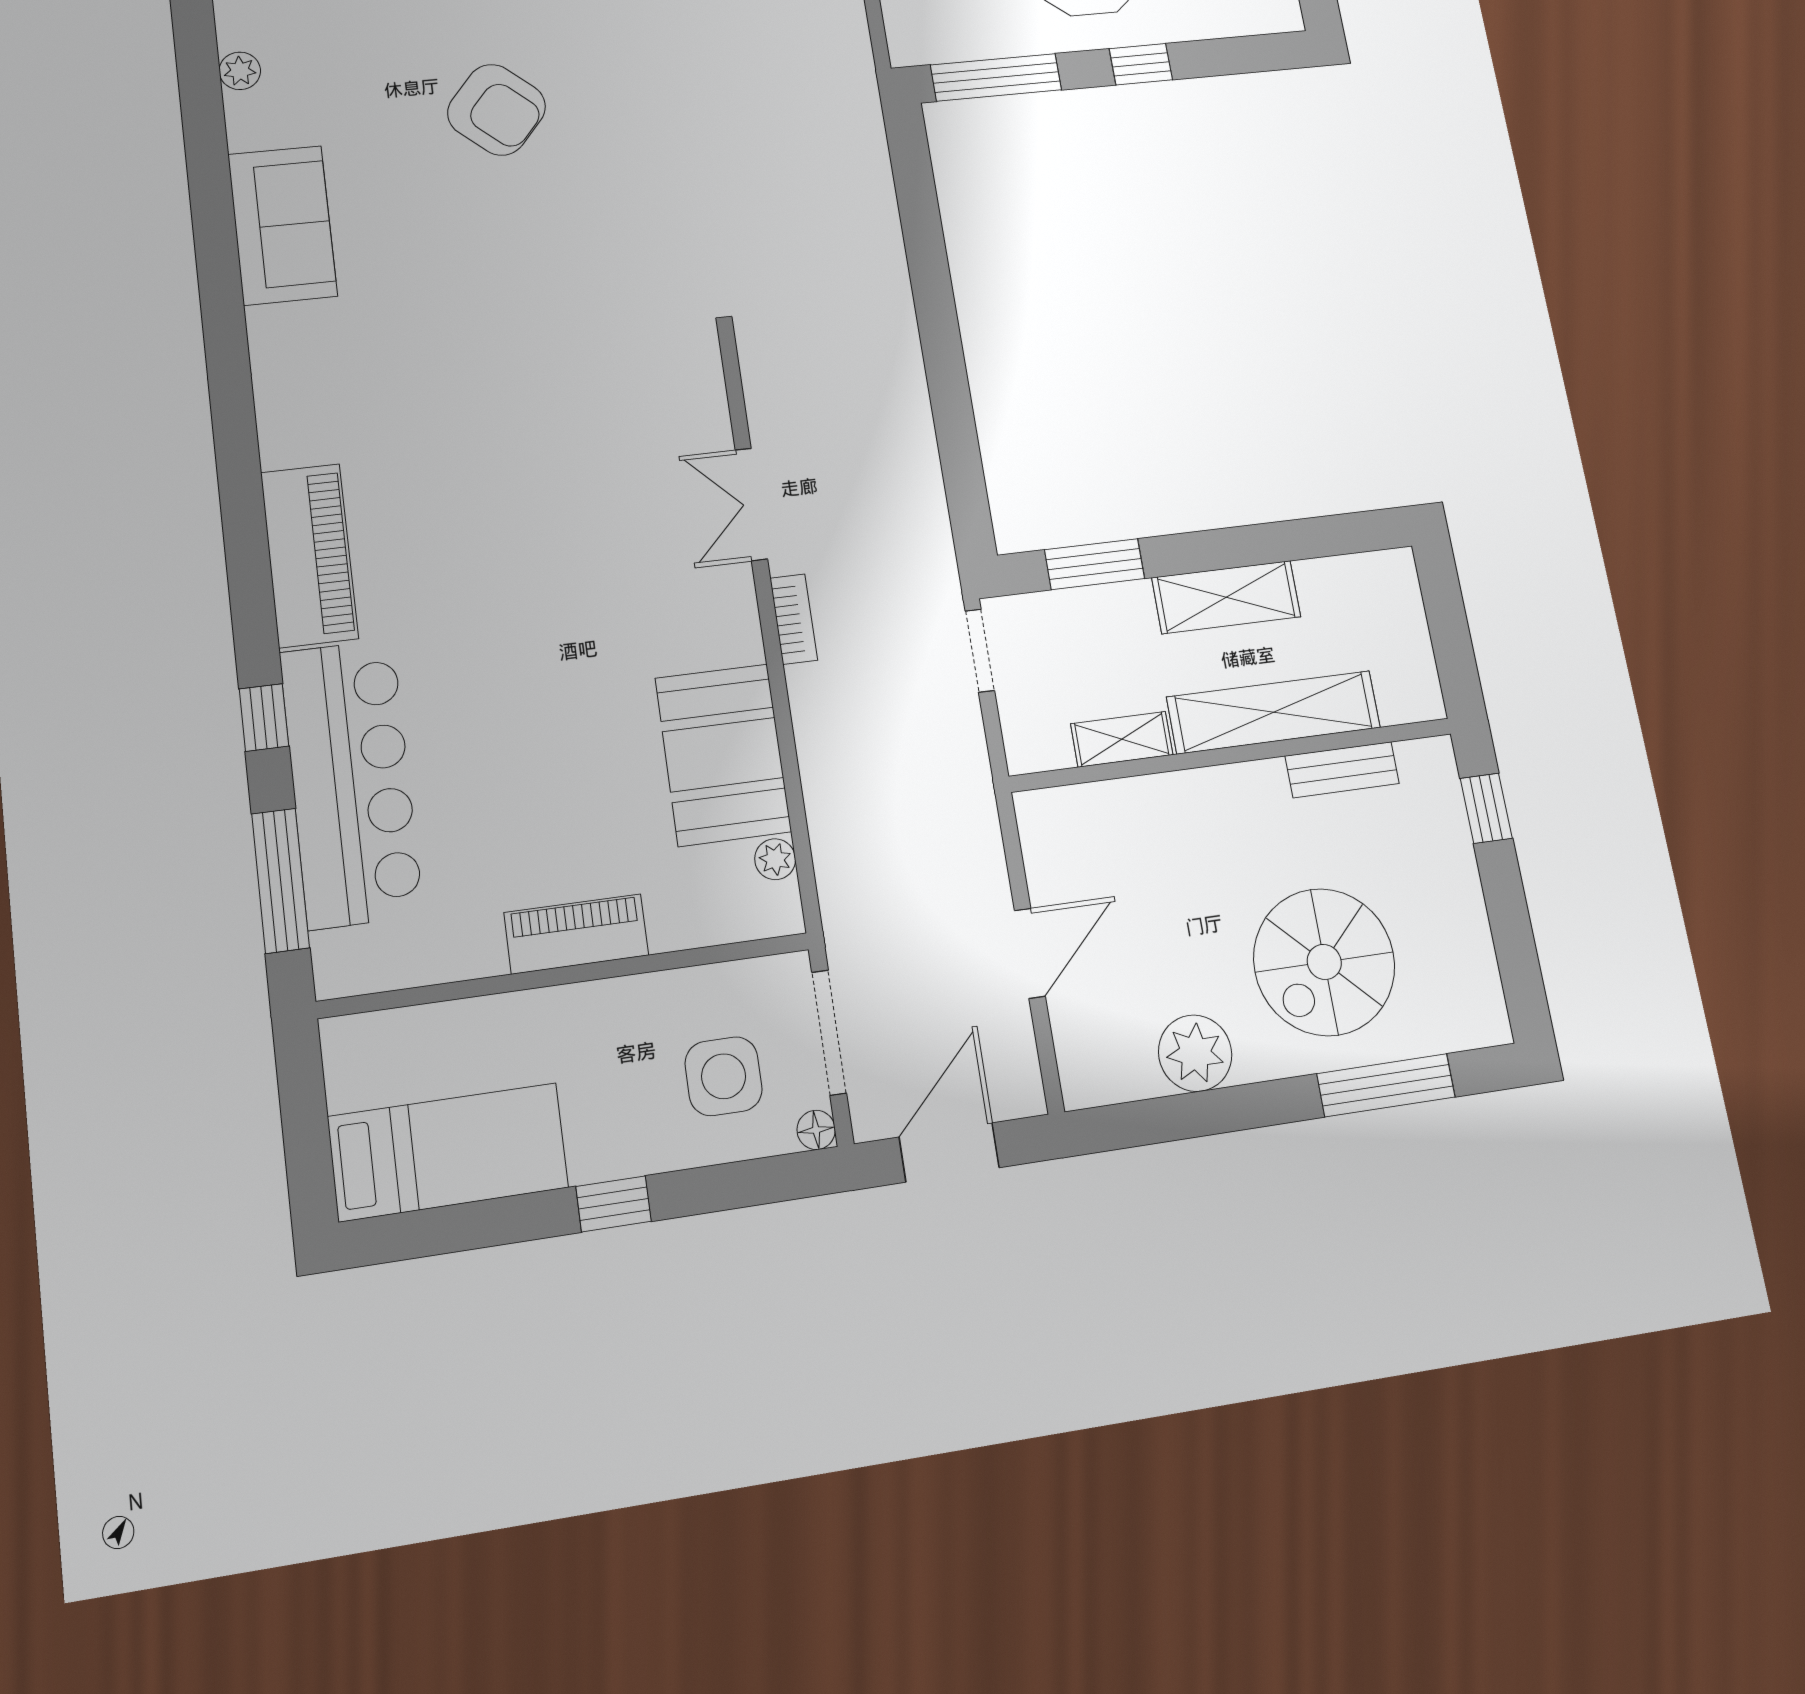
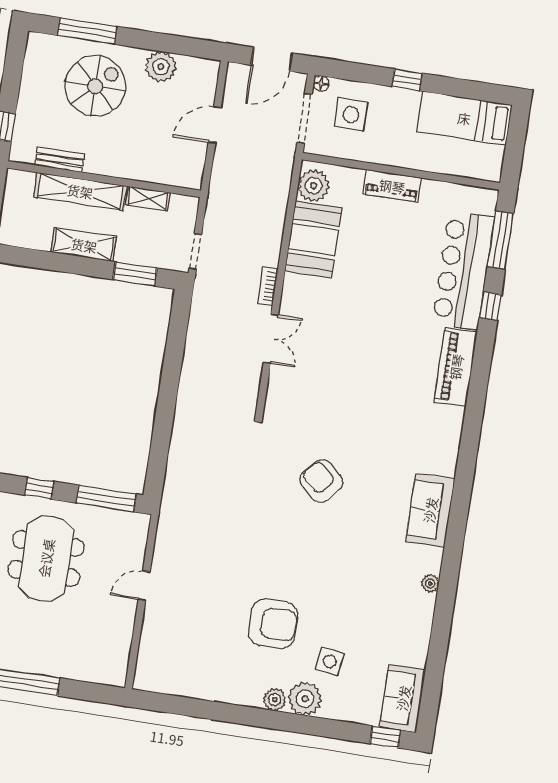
armchair: (497, 110) -> (321, 481), moved
plant: (775, 859) -> (314, 186), width x1.88, depth x1.88

